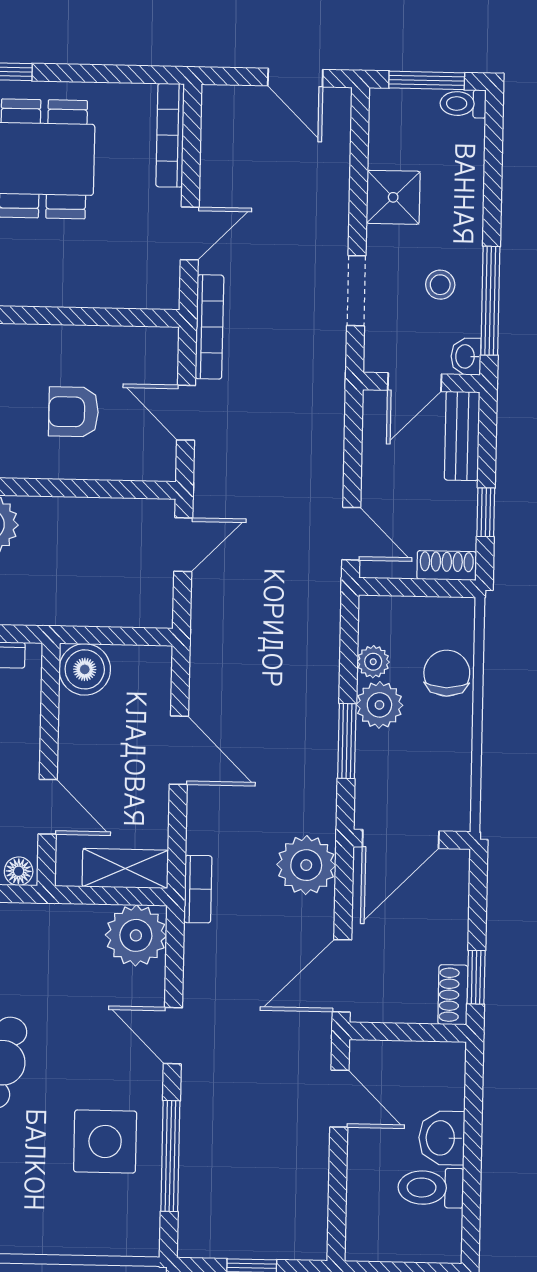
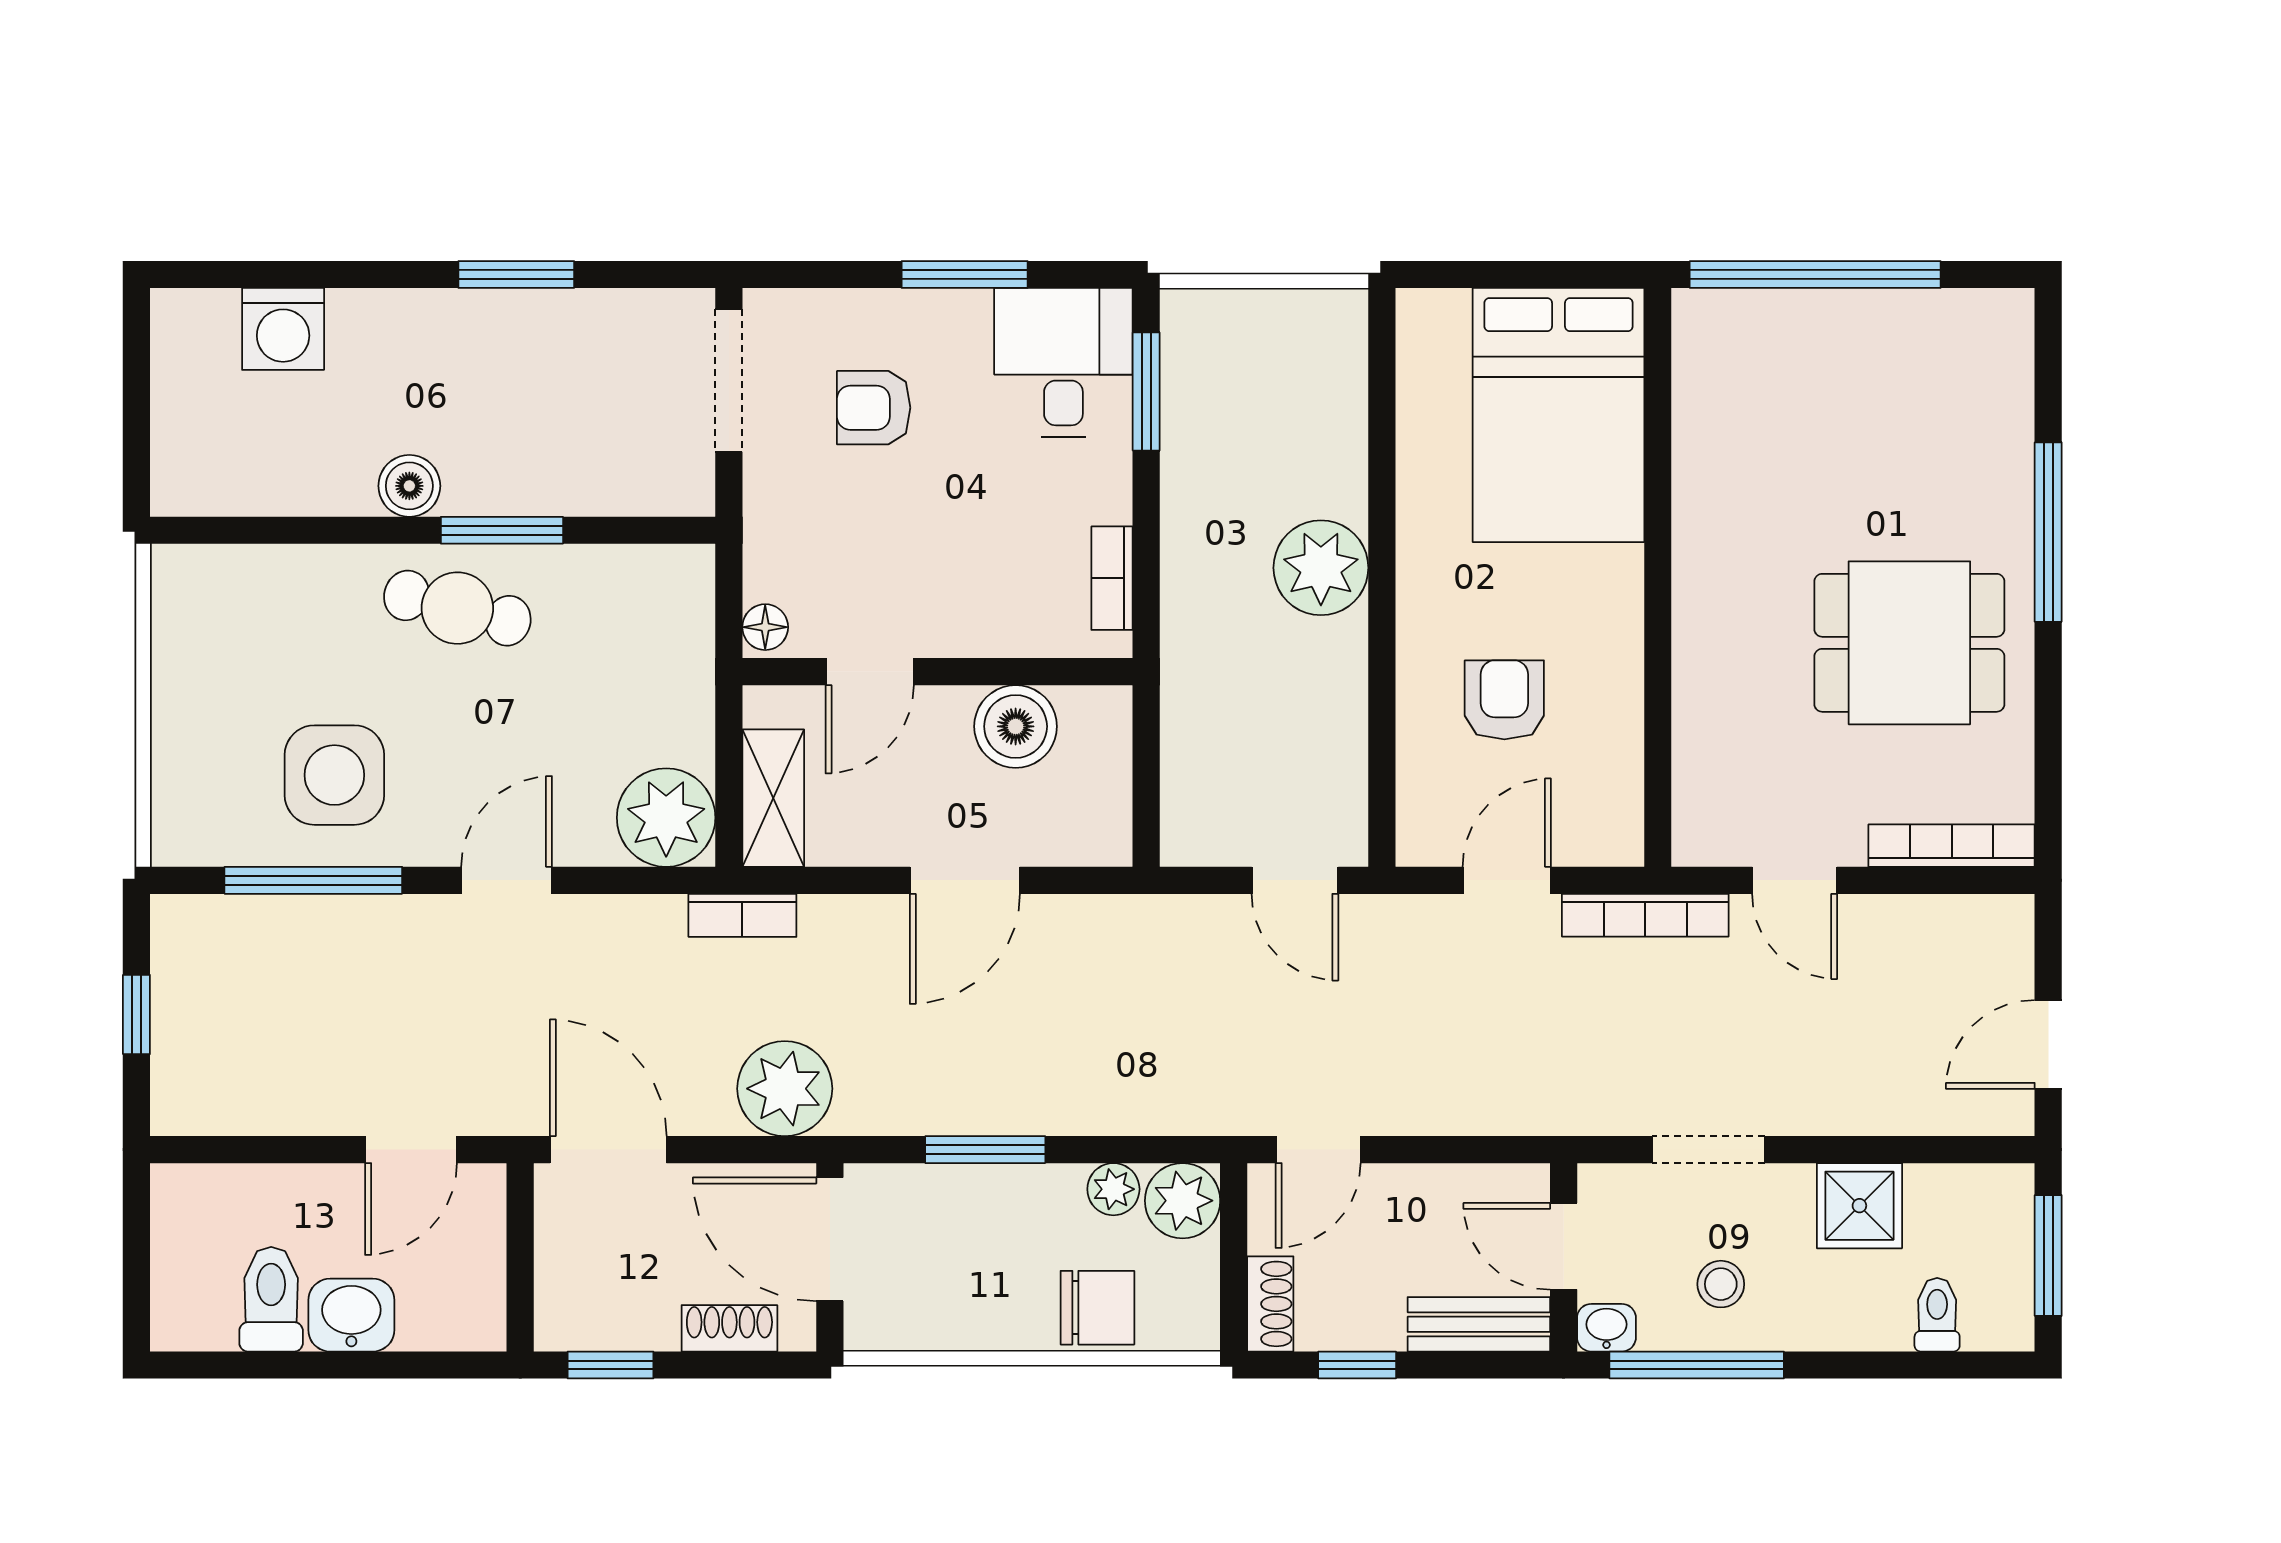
toilet: (463, 104) -> (1937, 1315), moved
boiler: (85, 669) -> (1016, 726), moved
plant: (379, 705) -> (1183, 1201), moved
shoe rack: (453, 995) -> (729, 1328), moved

